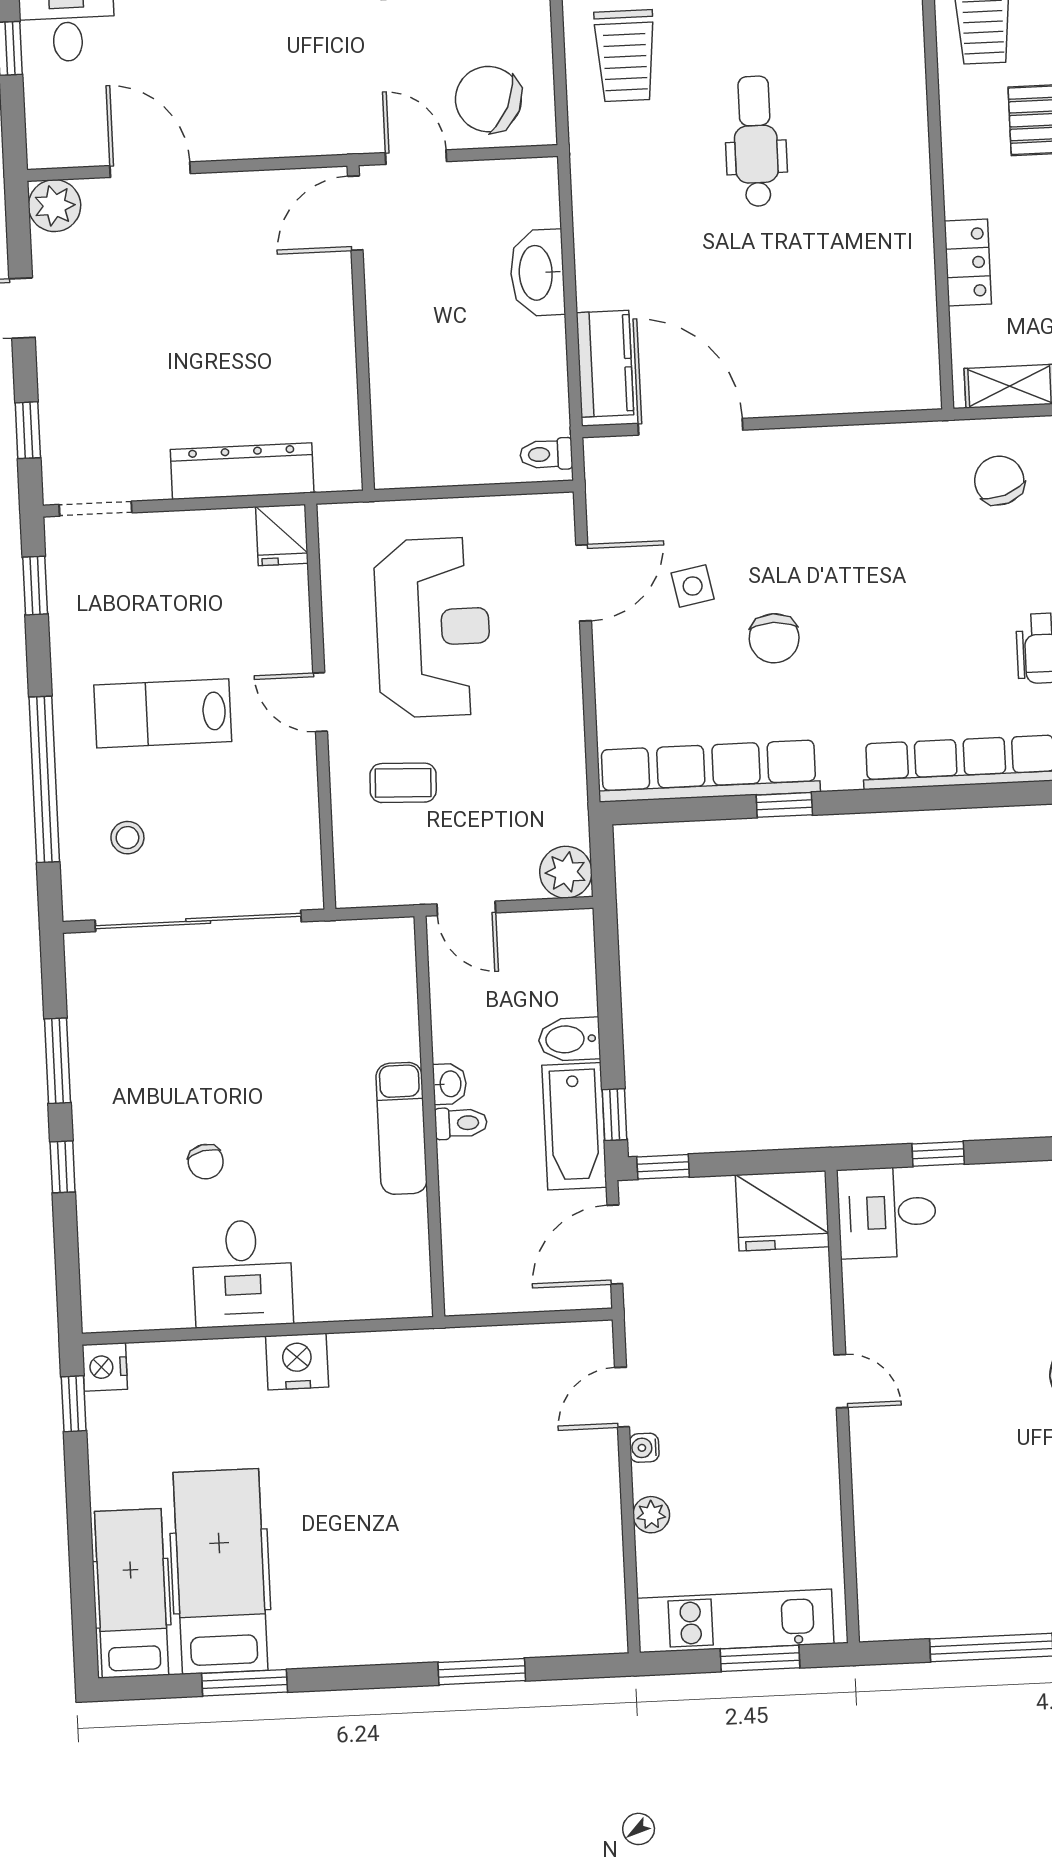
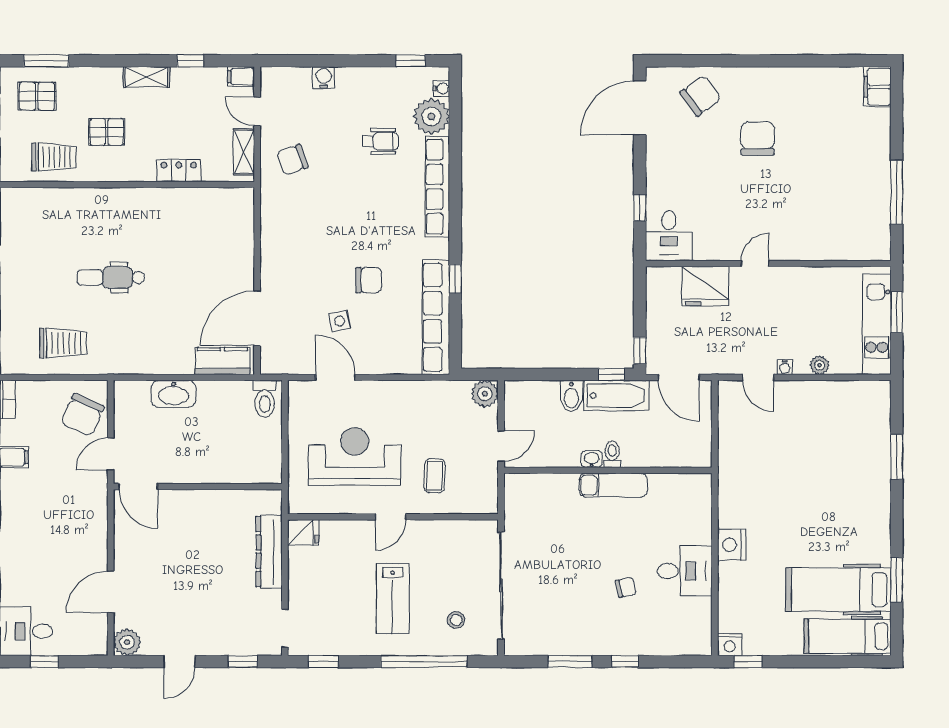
toilet: (546, 454) -> (265, 399), width x1.37, depth x1.39
fridge: (782, 1211) -> (705, 286), moved, turned 90

